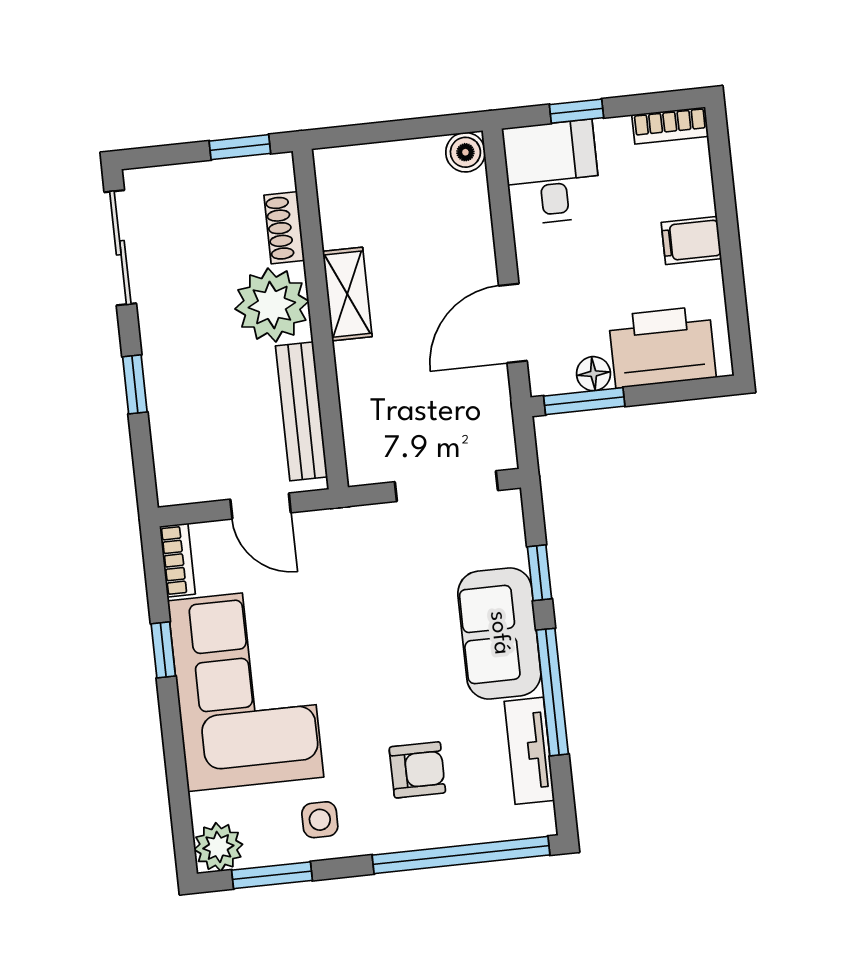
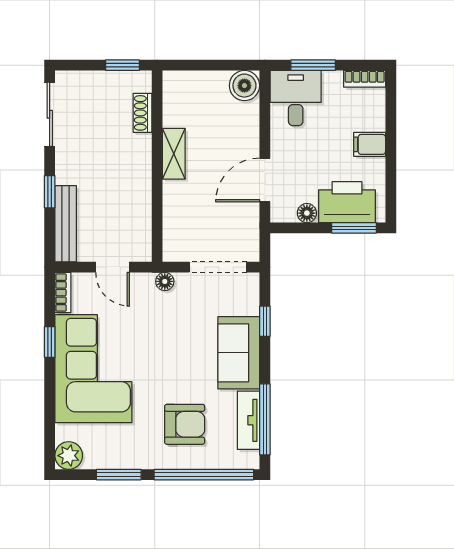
window: (577, 111) -> (313, 65), width x1.50
boiler: (465, 152) -> (244, 86), width x1.36, depth x1.36
plant: (272, 305) -> (131, 155), removed
window: (584, 401) -> (354, 228), moved
bench: (302, 411) -> (66, 224), moved
floor lamp: (355, 521) -> (165, 281), added
window: (552, 692) -> (265, 419), moved
armchair: (417, 770) -> (185, 424), width x1.38, depth x1.38
side table: (320, 820) -> (127, 446), removed
window: (272, 875) -> (119, 475), moved

